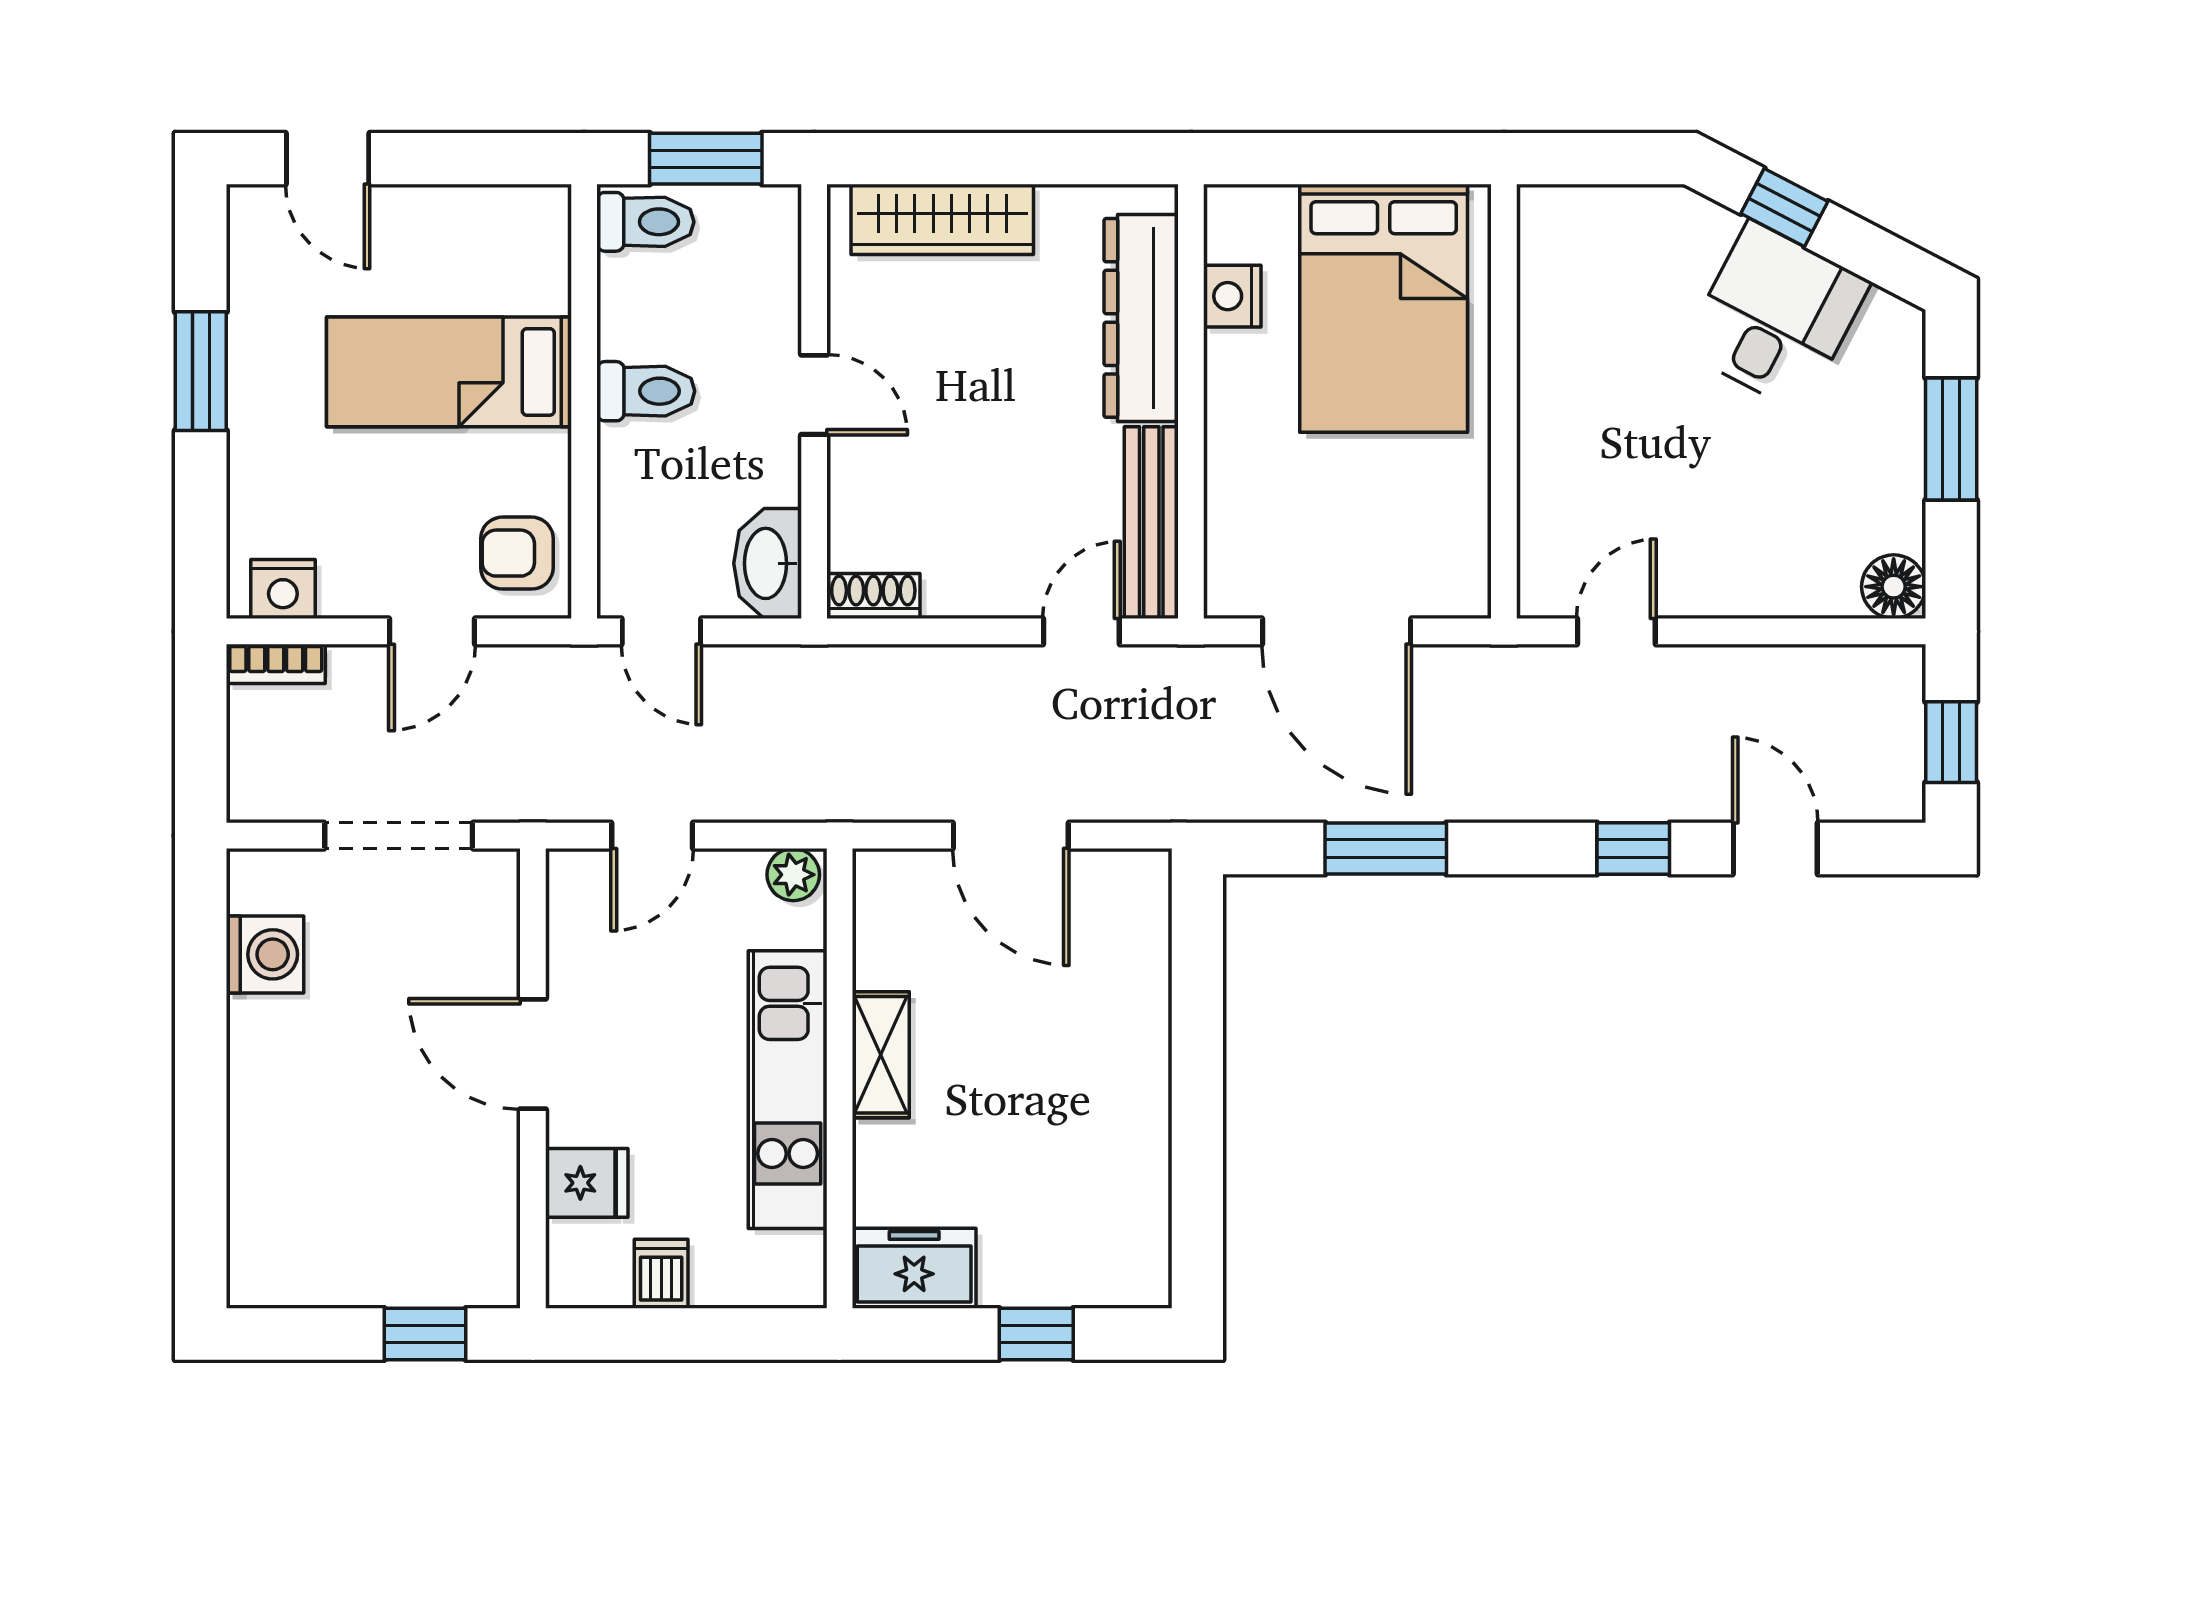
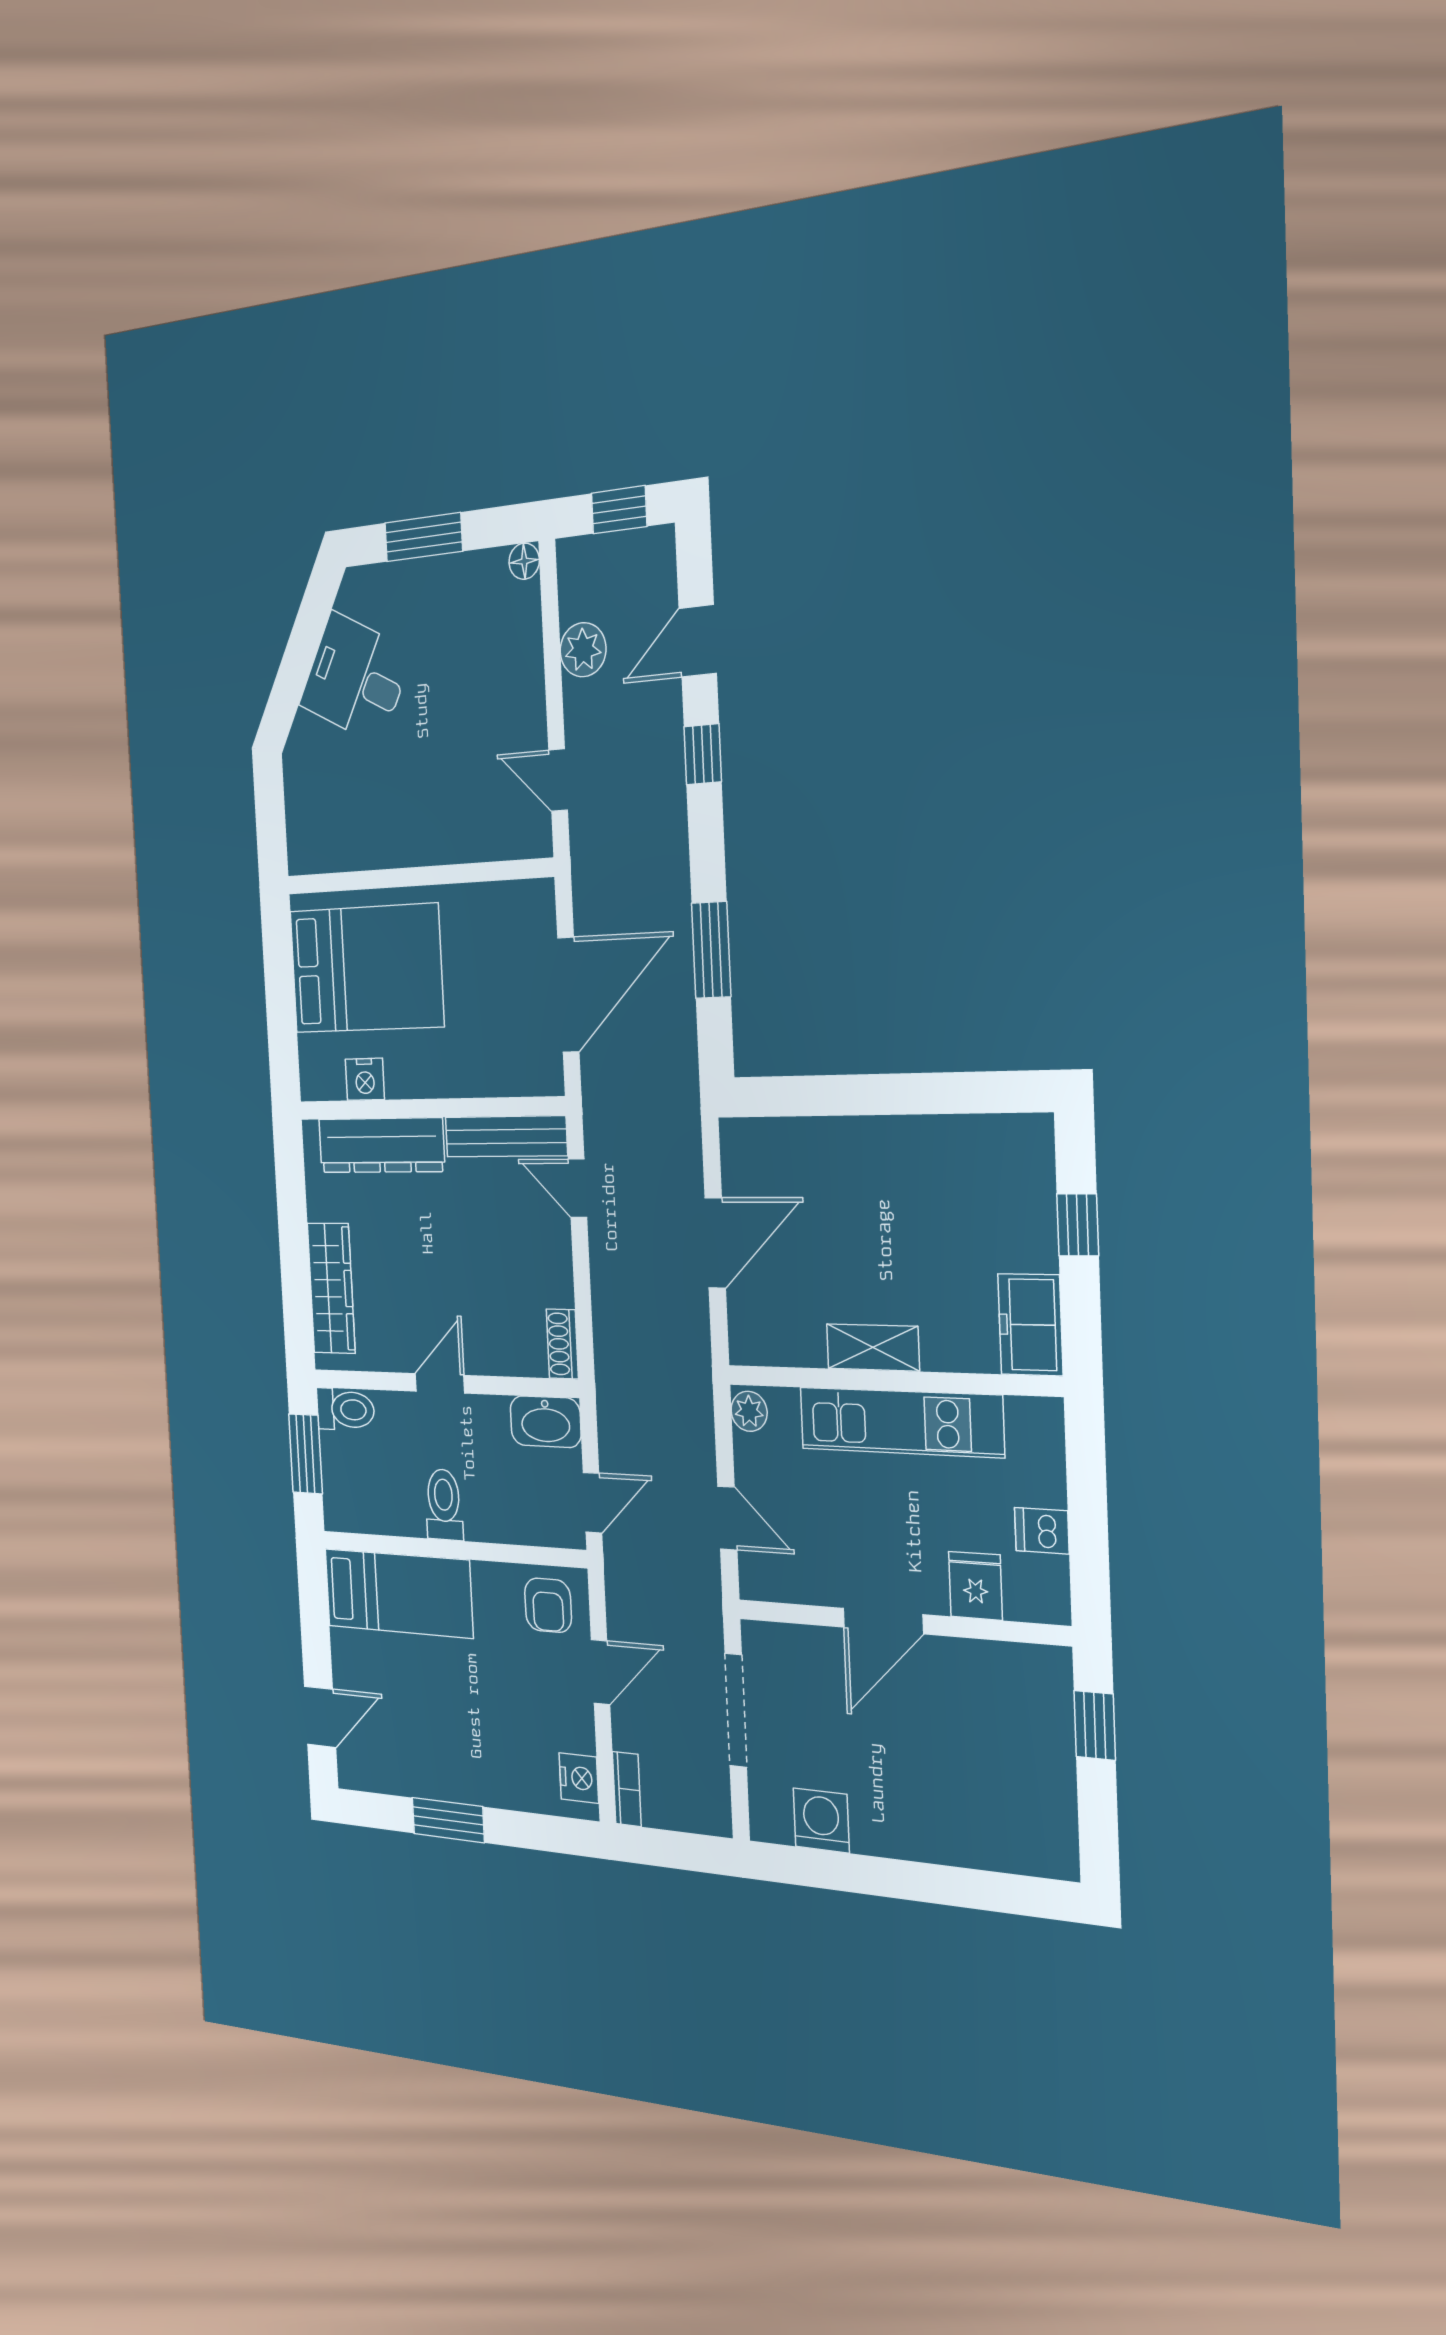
window: (1784, 207) -> (291, 679), removed
toilet: (645, 222) -> (345, 1409), moved, turned 90
bed: (449, 372) -> (398, 1593), moved, turned -90
floor lamp: (1894, 587) -> (524, 561), width x0.73, depth x0.73
door: (432, 631) -> (600, 1672), hinge flipped
plant: (1780, 679) -> (583, 650), added

